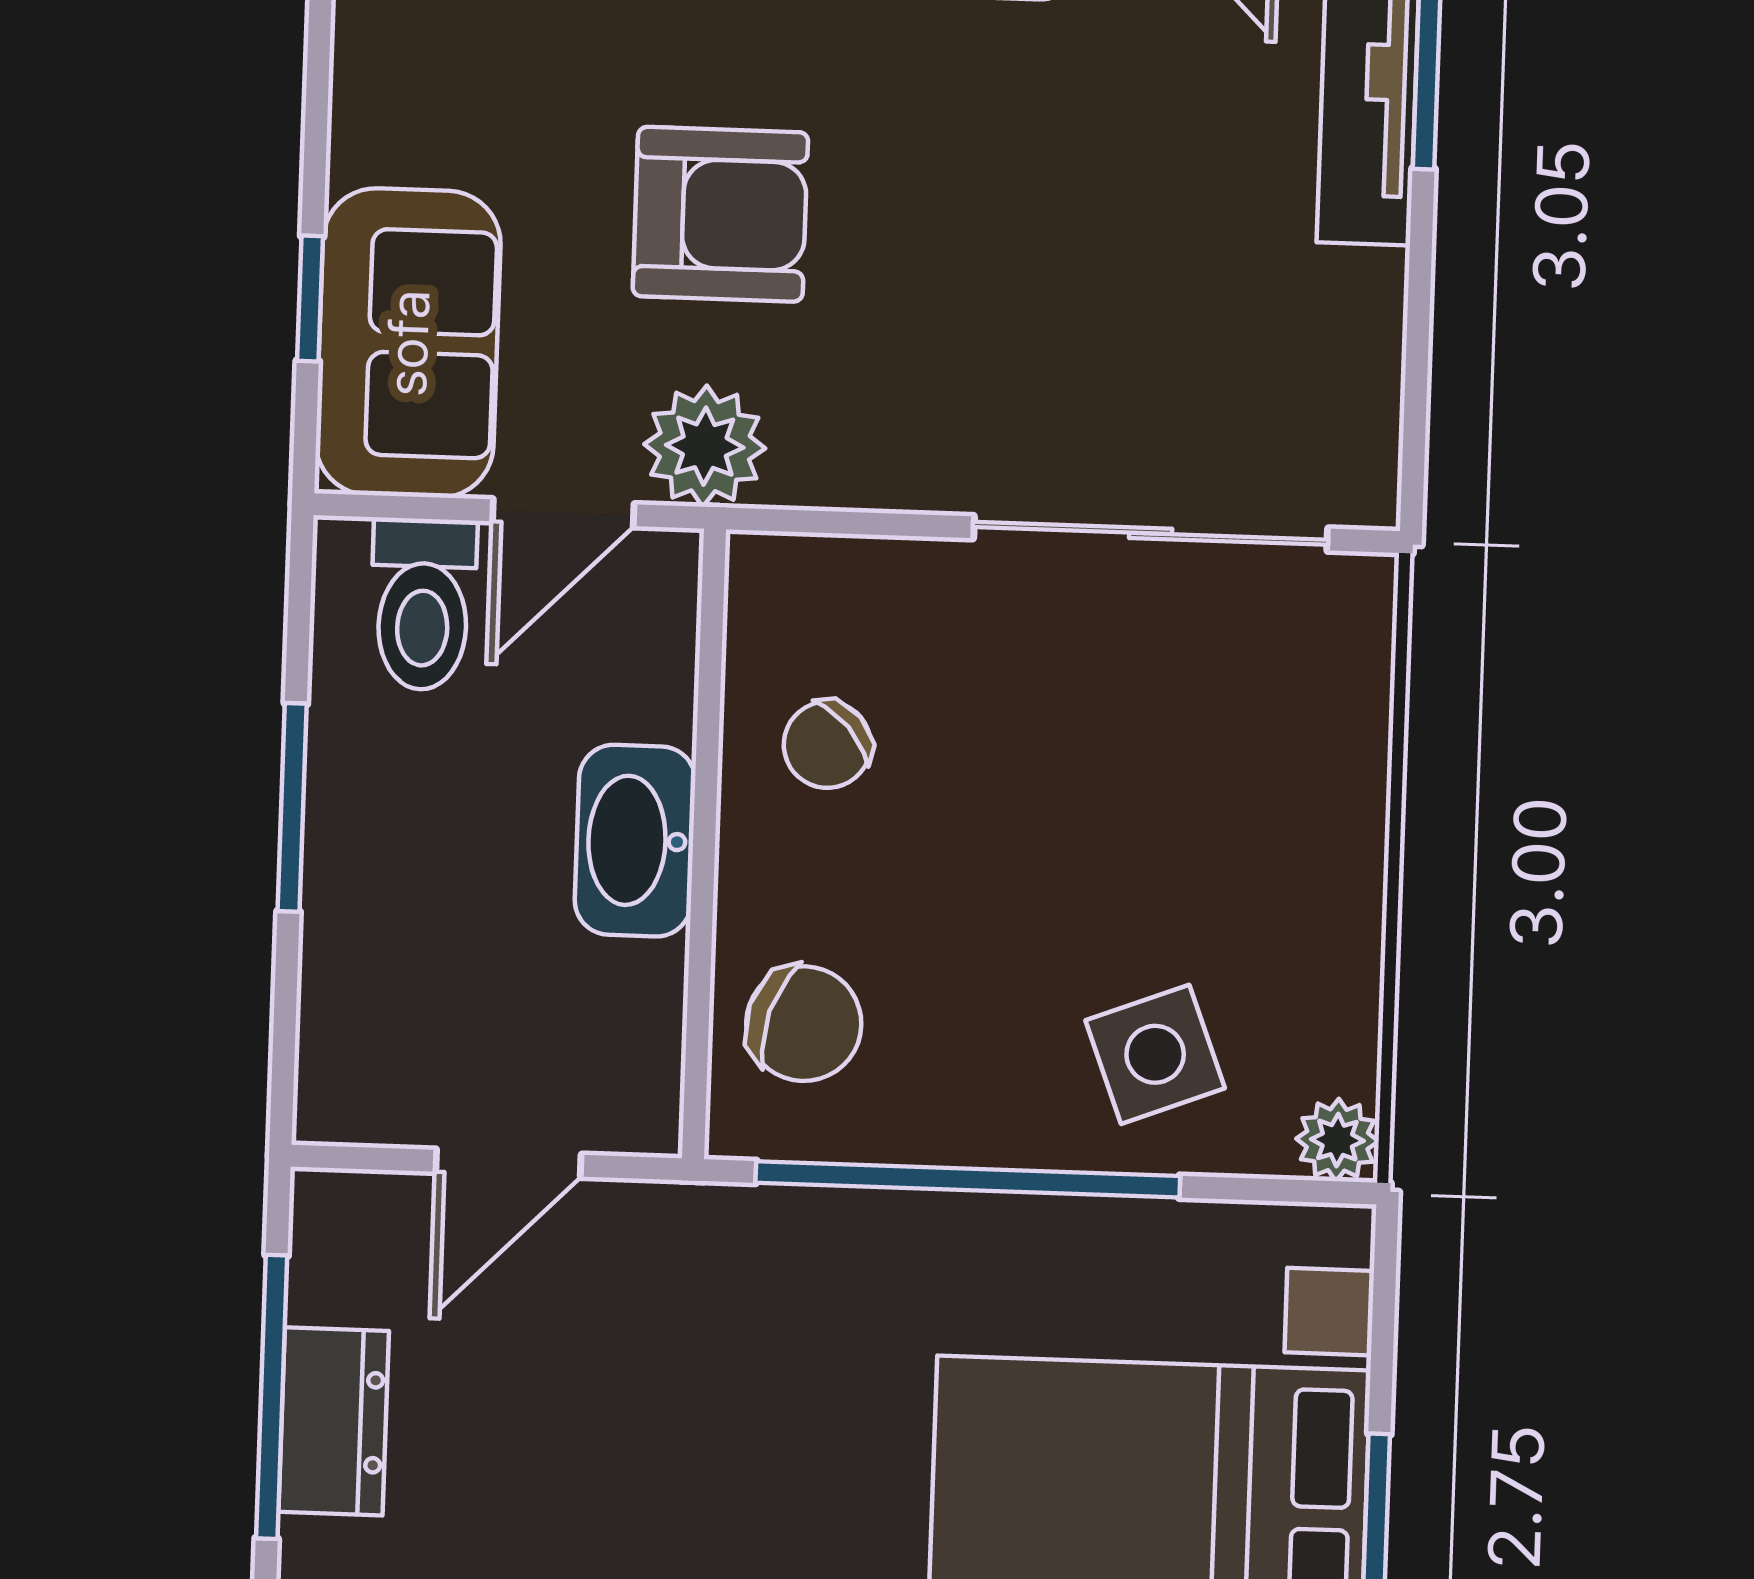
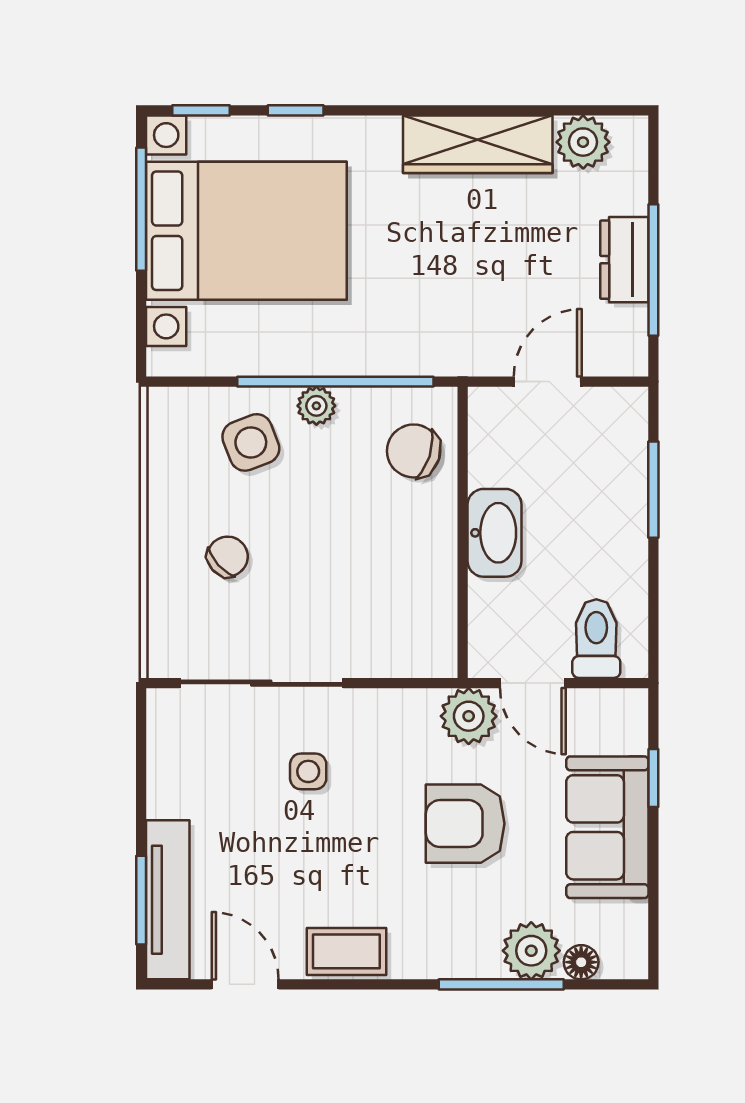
side table: (1056, 339) -> (308, 771), added
sofa: (408, 343) -> (607, 827), moved
door: (563, 513) -> (533, 683), swing flipped
chair: (827, 745) -> (228, 557), moved
window: (292, 807) -> (653, 490), moved
plant: (1337, 1140) -> (316, 406), moved

